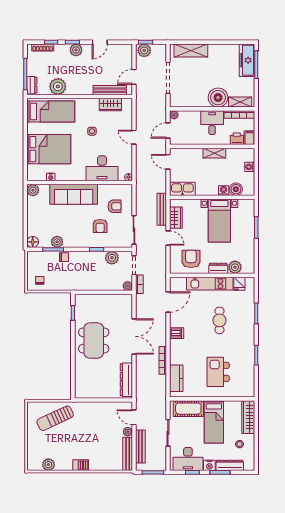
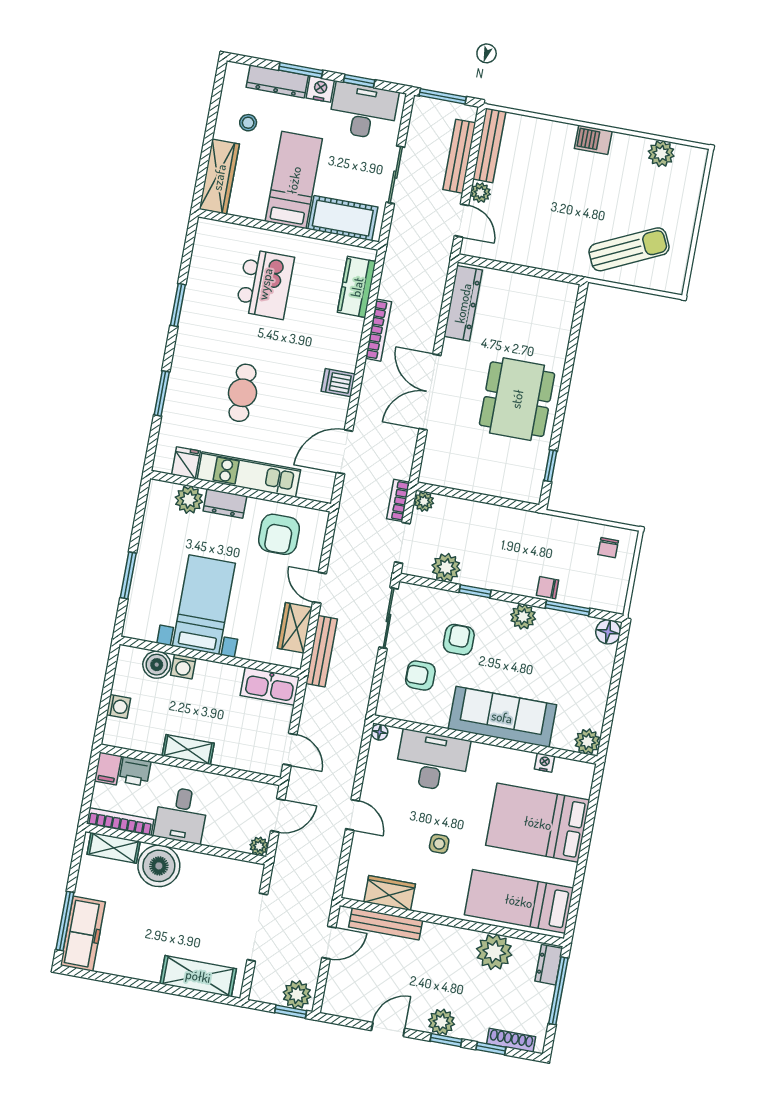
plant: (57, 242) -> (523, 617), moved

